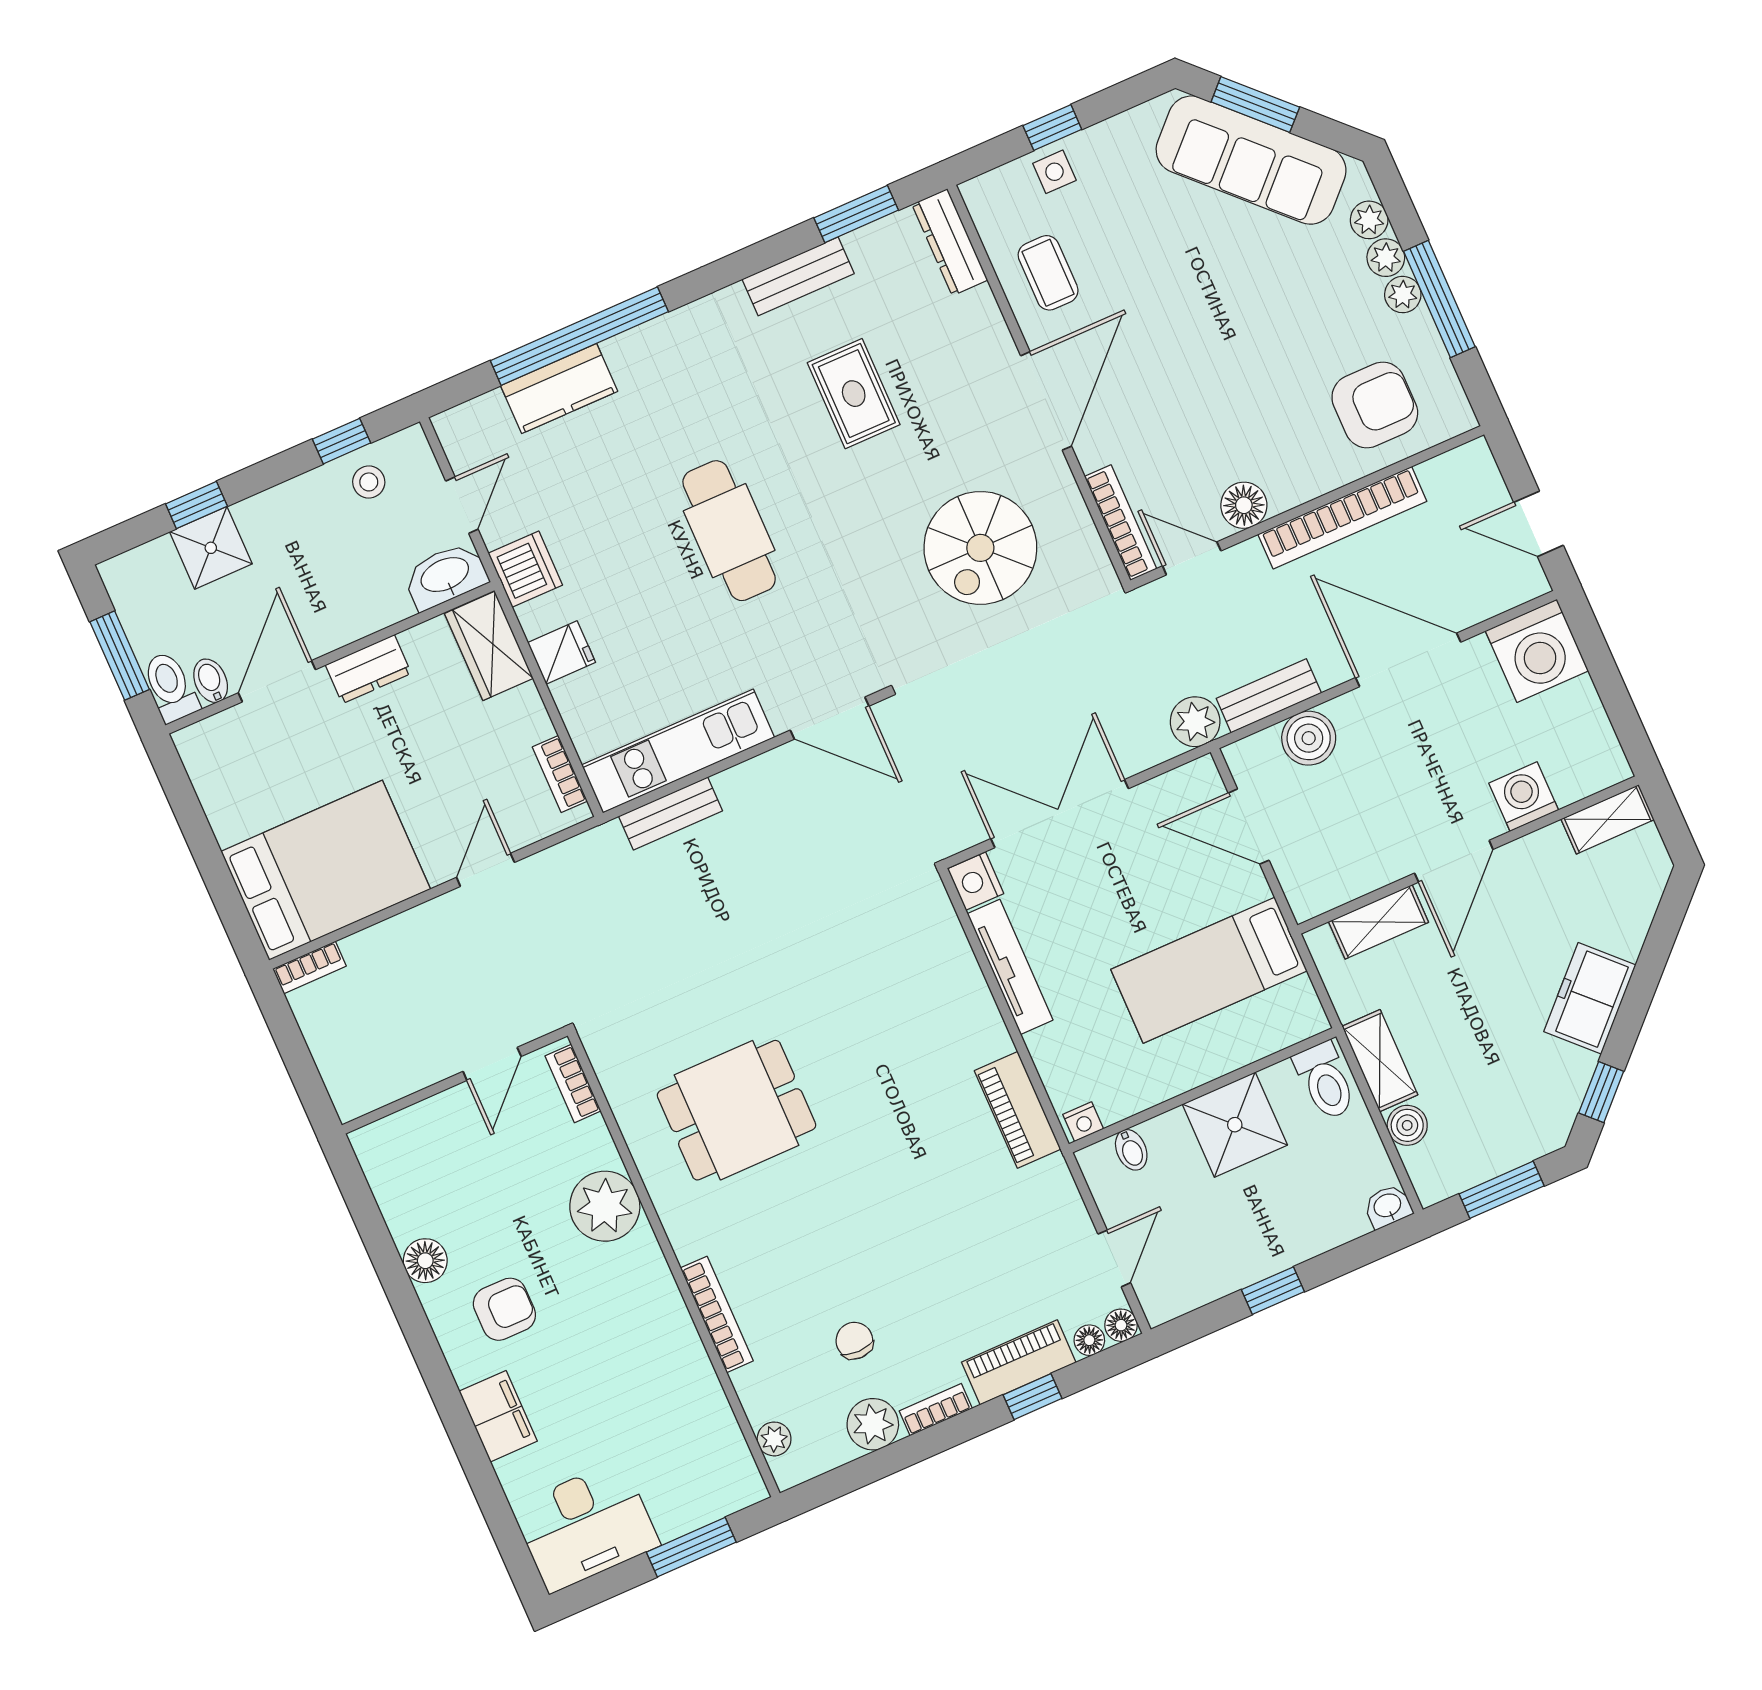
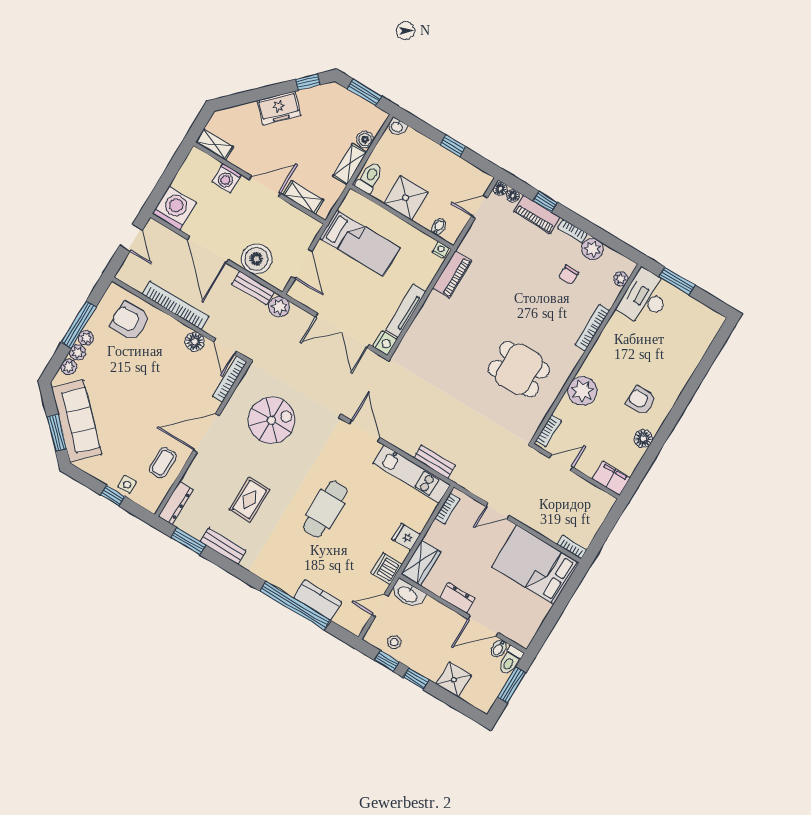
window: (196, 505) -> (416, 679), moved
boiler: (1309, 738) -> (256, 259), width x1.37, depth x1.37
filing cabinet: (498, 1416) -> (611, 478), moved, turned 90
desk: (586, 1526) -> (645, 298), moved, turned -90

